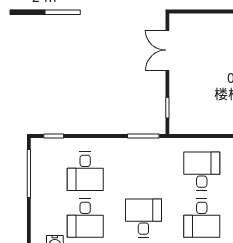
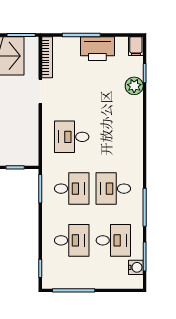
desk: (202, 218) -> (72, 189), moved

